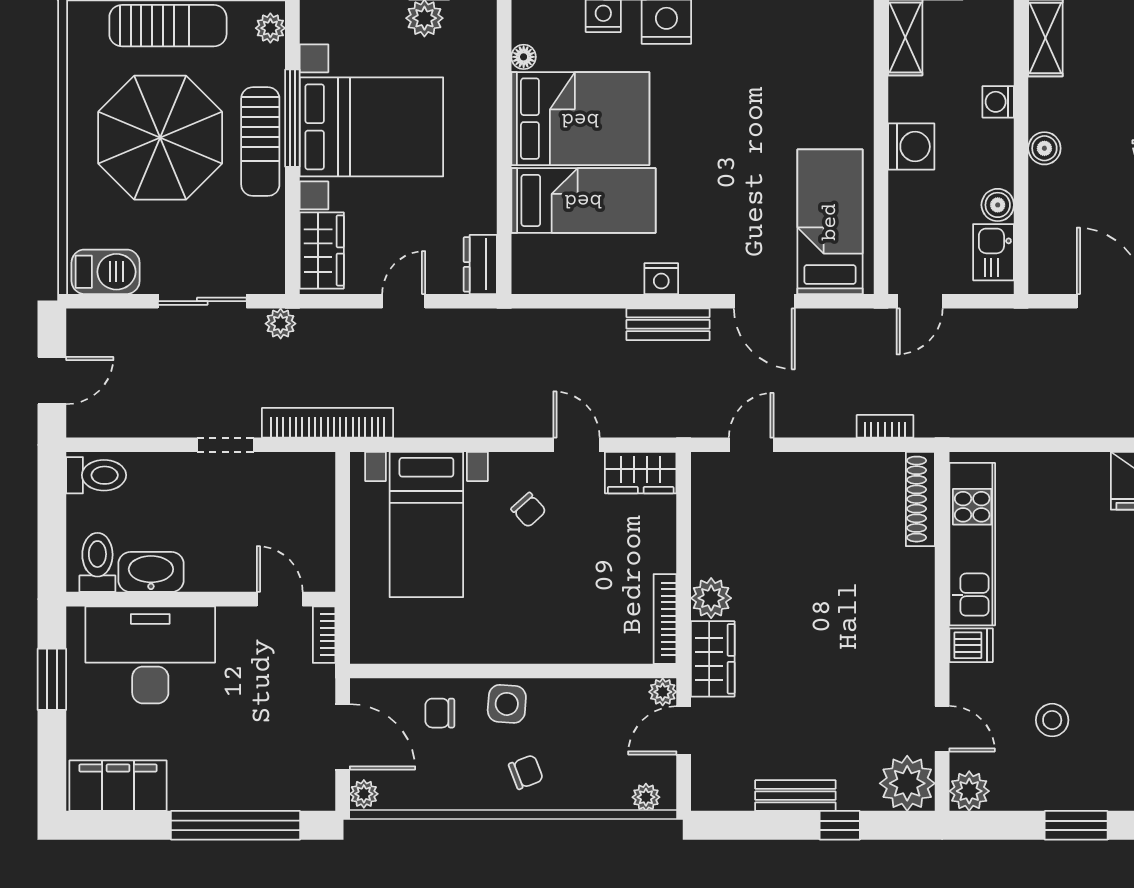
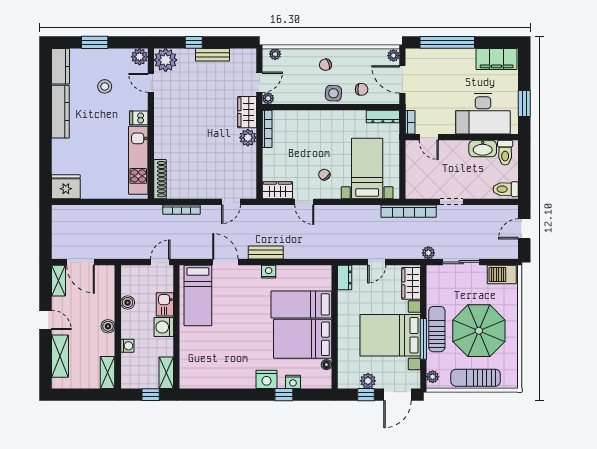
kitchen sink: (993, 252) -> (165, 304), moved, turned 180
bookcase: (885, 426) -> (182, 210), width x1.56
dresser: (389, 648) -> (383, 117), added

